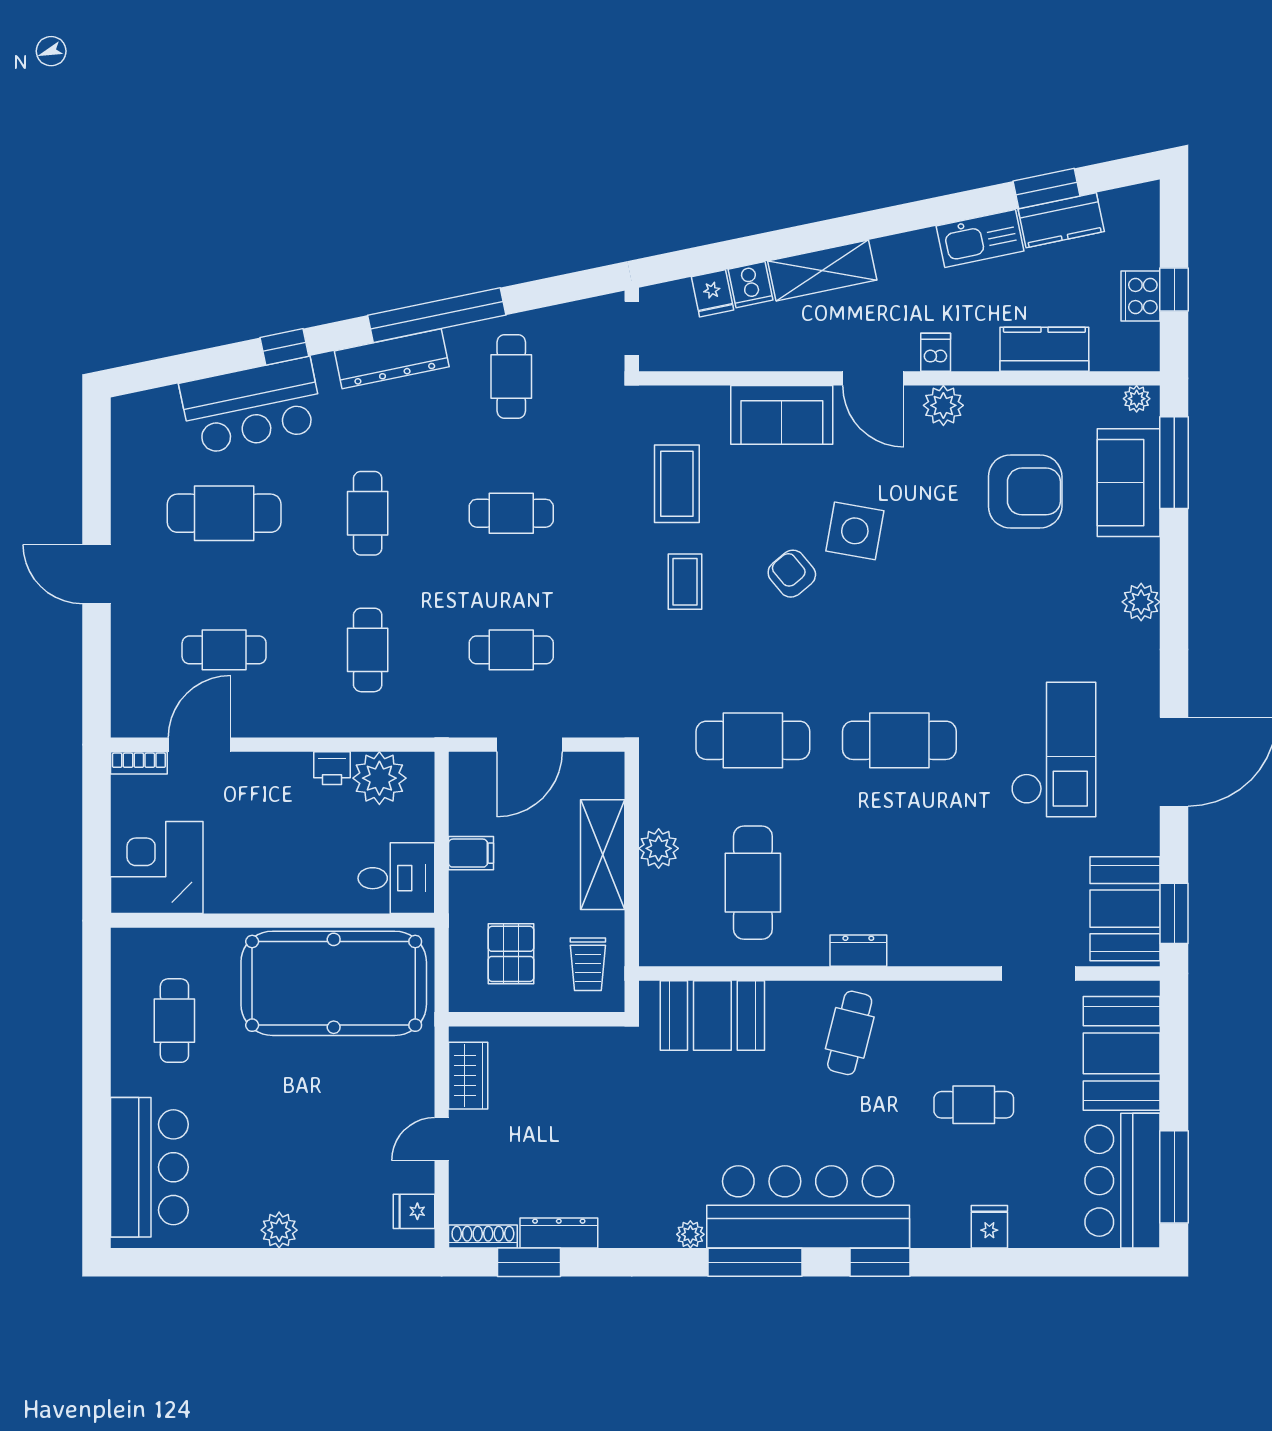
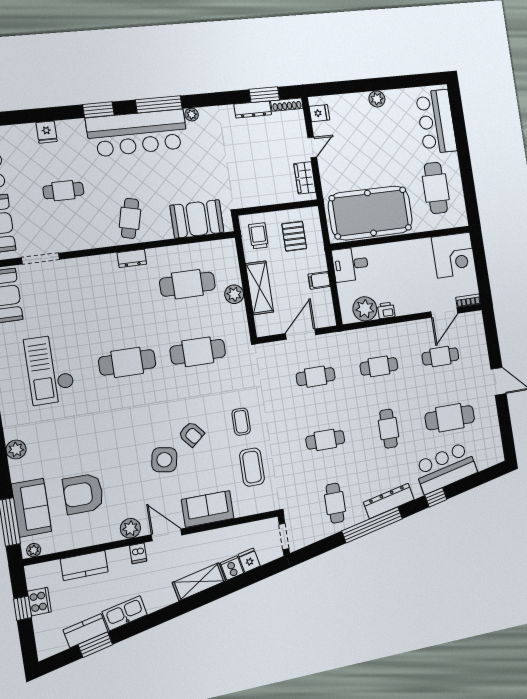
cafe table: (368, 650) -> (379, 366), turned 90
cafe table: (753, 883) -> (187, 284), turned 90
cafe table: (174, 1021) -> (436, 188), width x1.37, depth x1.35

